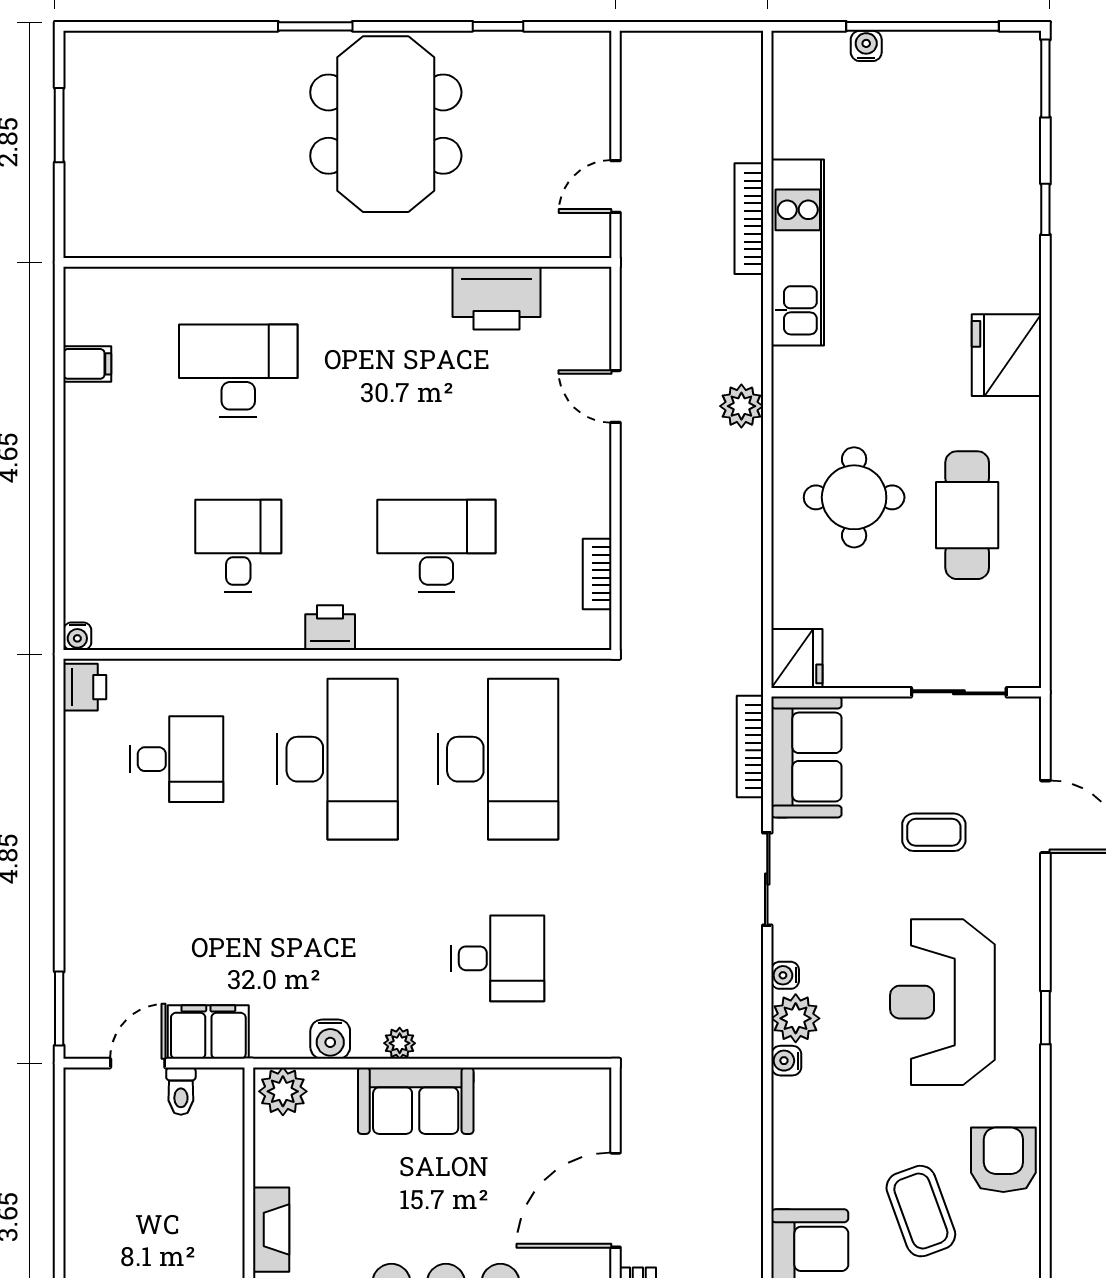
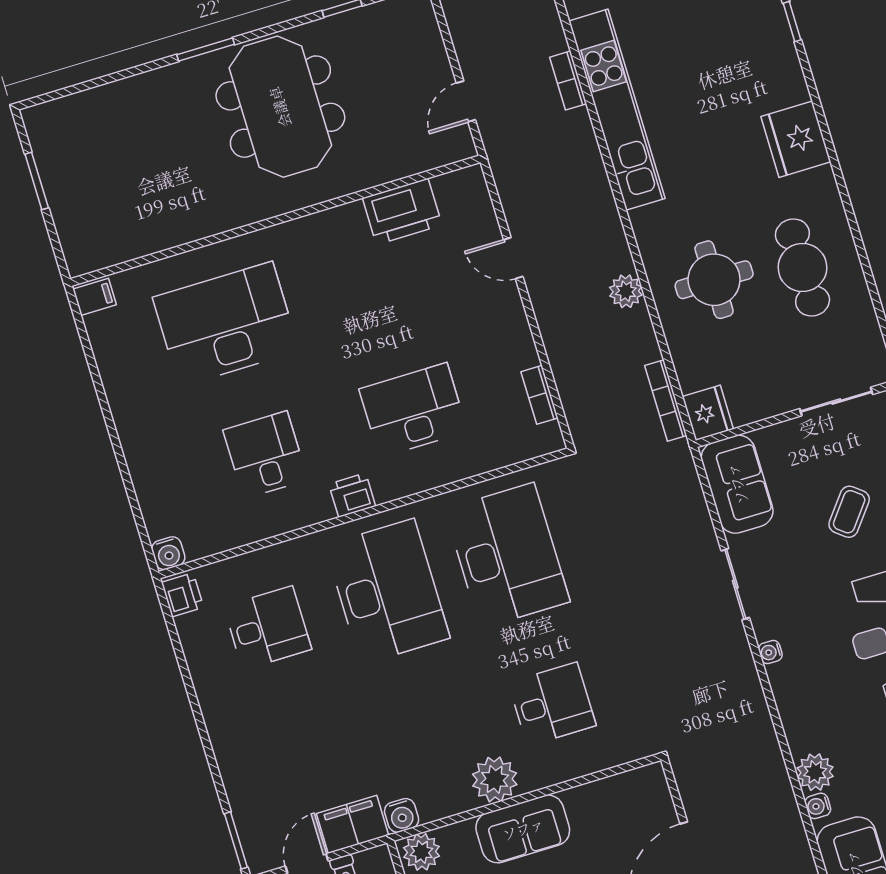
bookcase: (749, 219) -> (568, 80), width x0.64
kitchen unit: (798, 253) -> (617, 110), width x1.36
filing cabinet: (87, 364) -> (95, 297), moved
desk: (238, 371) -> (226, 324), width x1.36, depth x1.30
plant: (741, 406) -> (626, 291), moved
water cooler: (77, 636) -> (168, 553), width x1.38, depth x1.38
bookcase: (750, 747) -> (666, 401), moved
coffee table: (934, 832) -> (849, 512), turned -52
plant: (796, 1018) -> (815, 772), moved
water cooler: (330, 1039) -> (402, 815), moved
plant: (400, 1043) -> (495, 779), width x1.87, depth x1.87
water cooler: (786, 1061) -> (818, 806), moved

